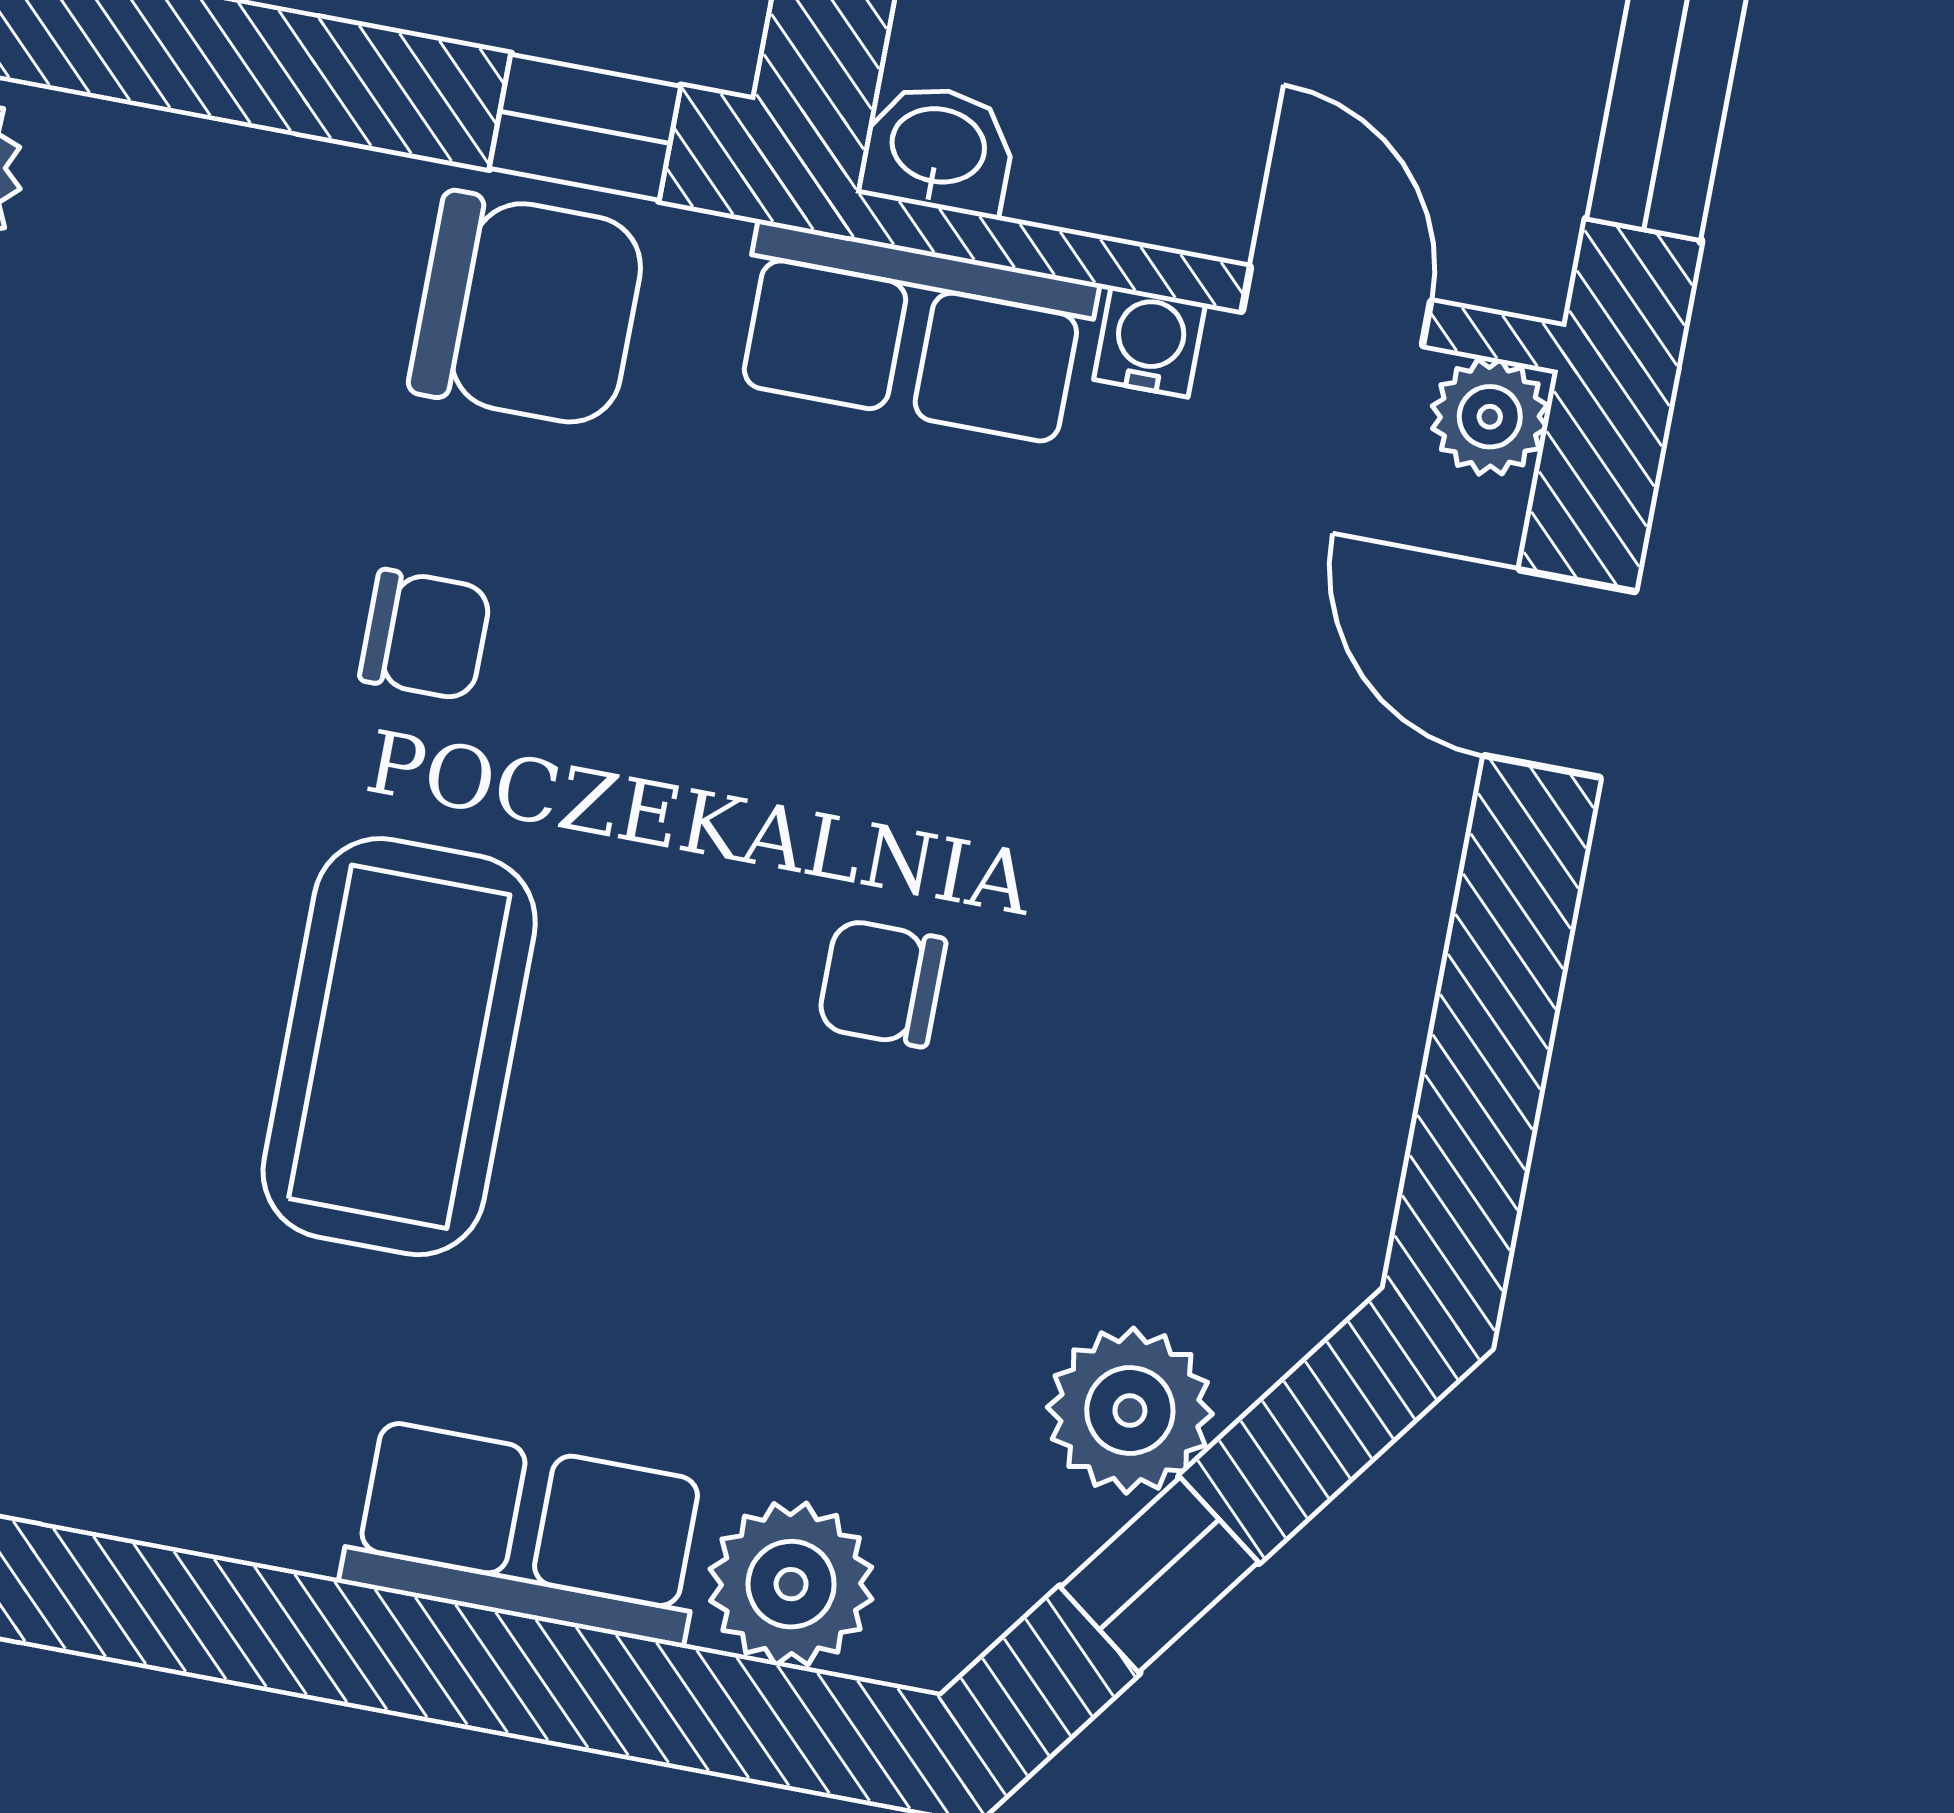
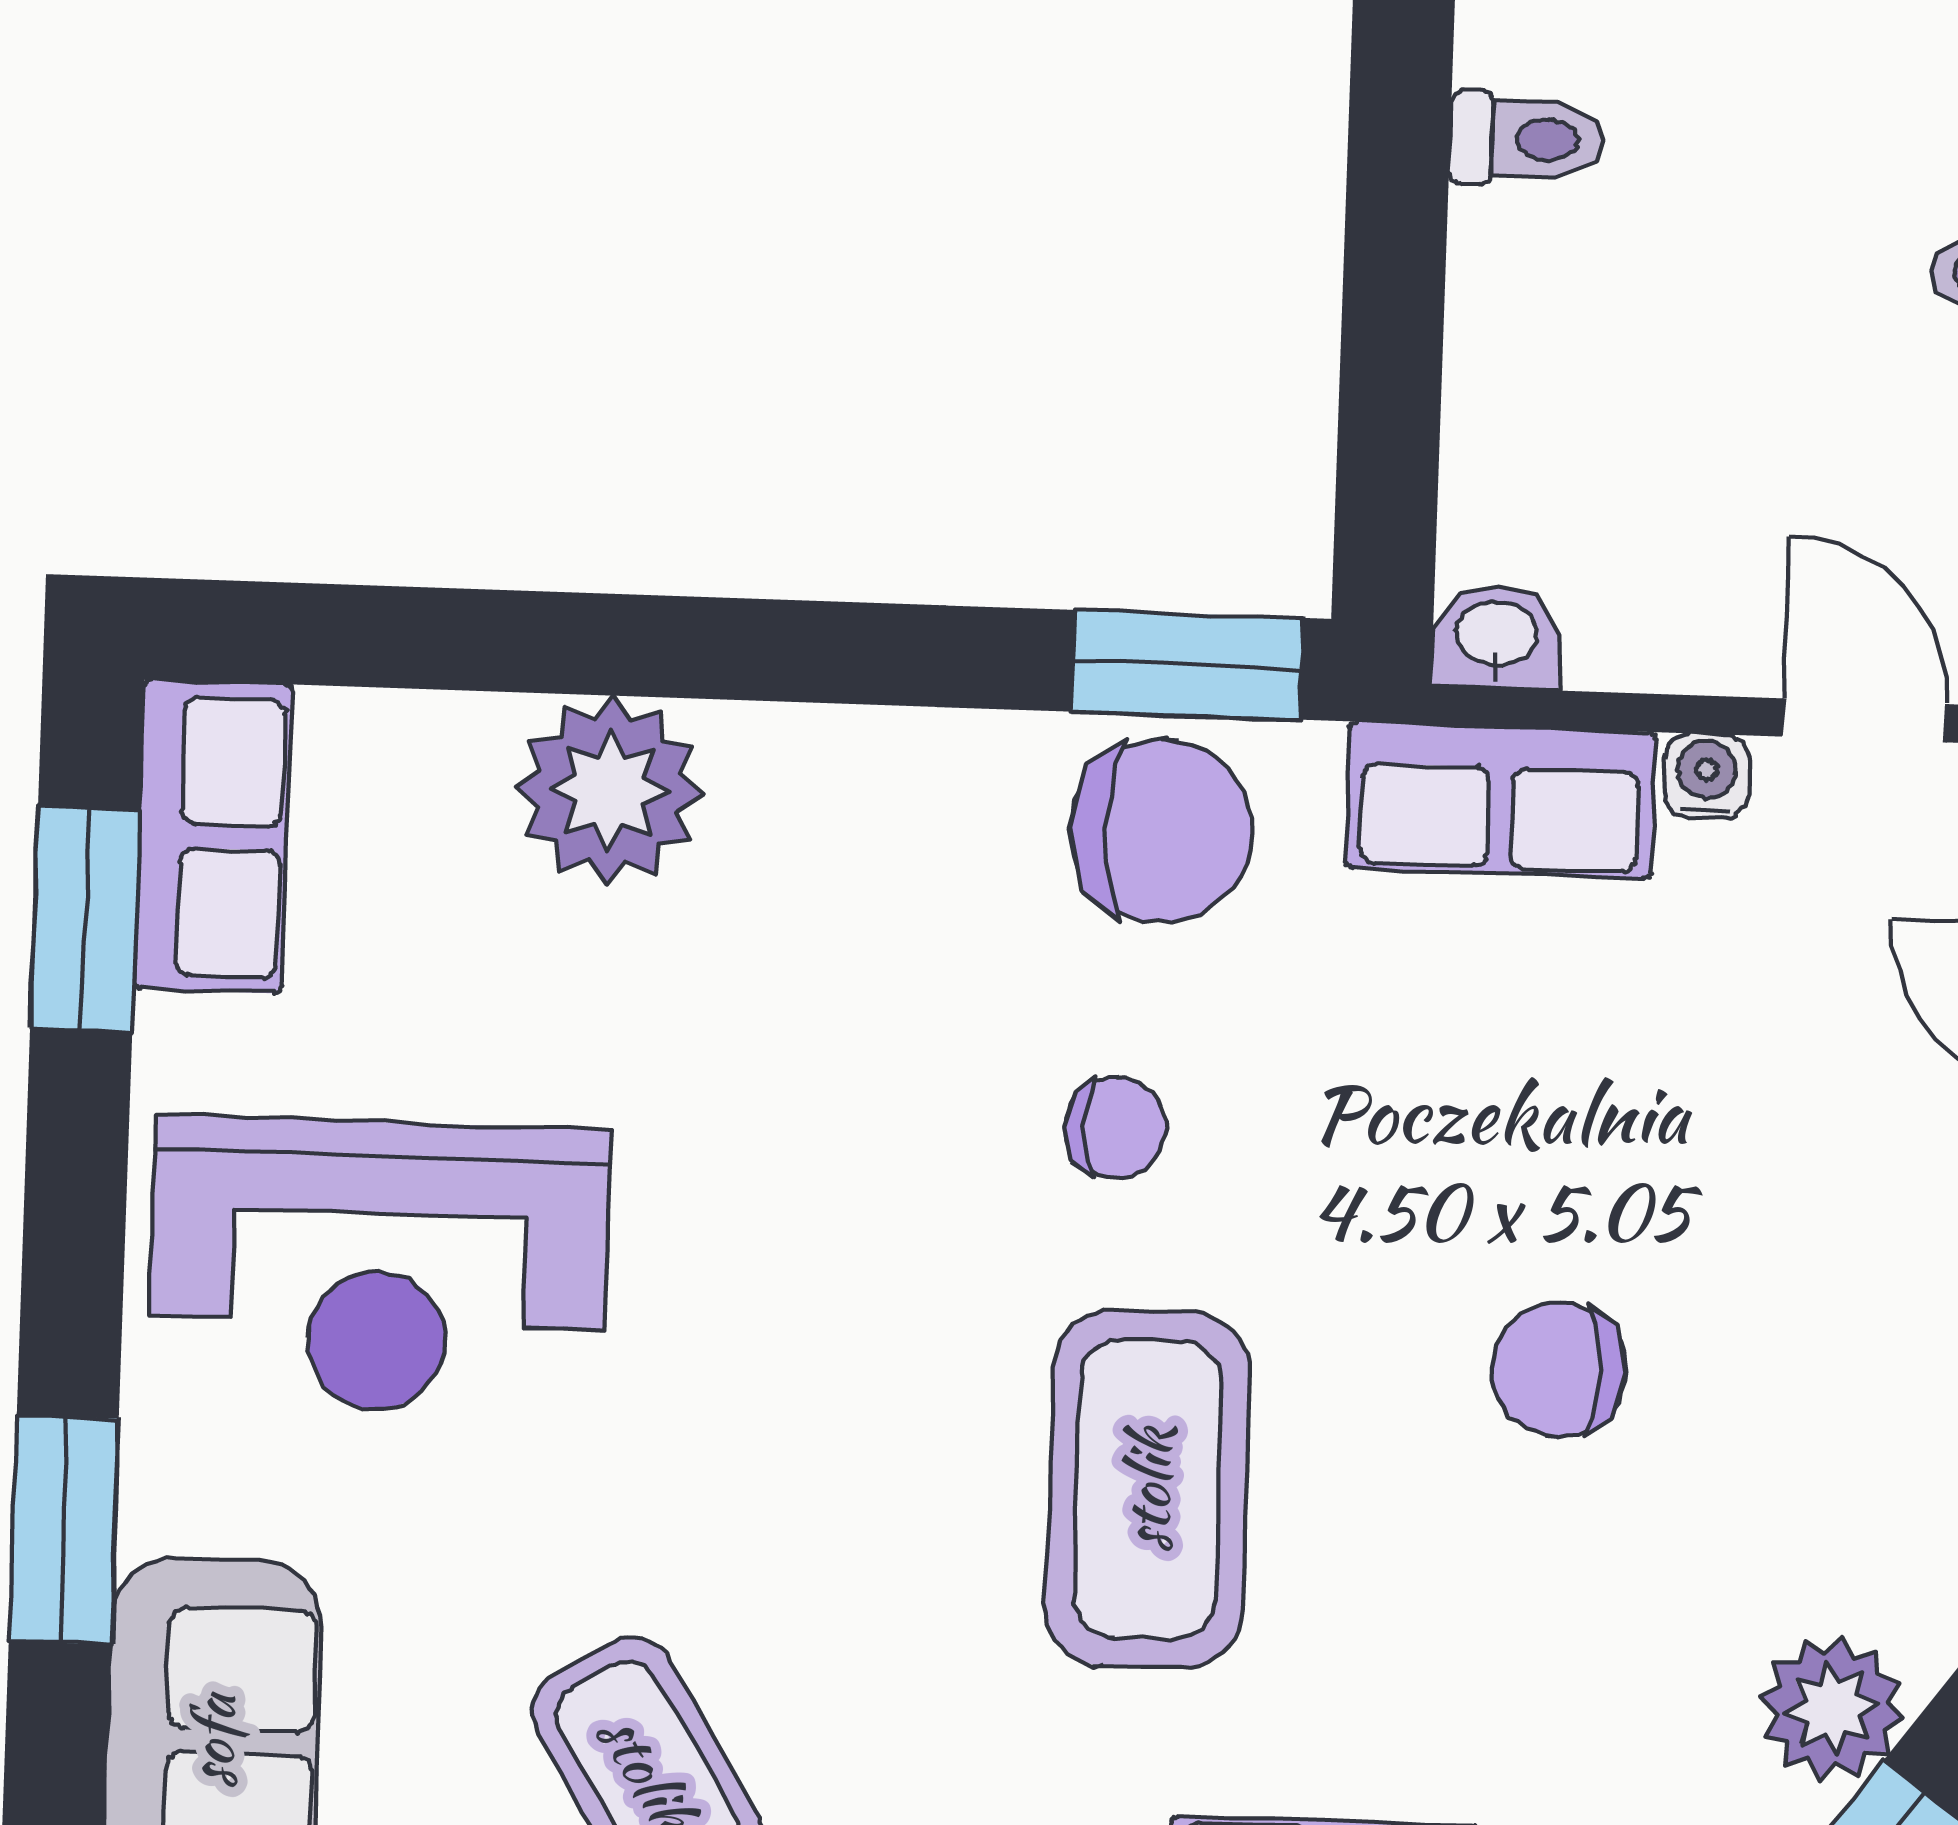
window: (585, 127) -> (1187, 665), width x1.50
chair: (882, 983) -> (1559, 1370), width x1.37, depth x1.37

